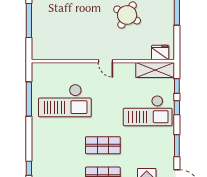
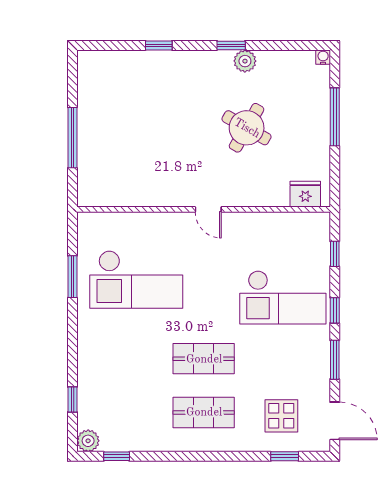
shelving: (155, 70) -> (296, 225), removed
window: (29, 99) -> (72, 277), width x0.69
window: (177, 108) -> (335, 310), moved

